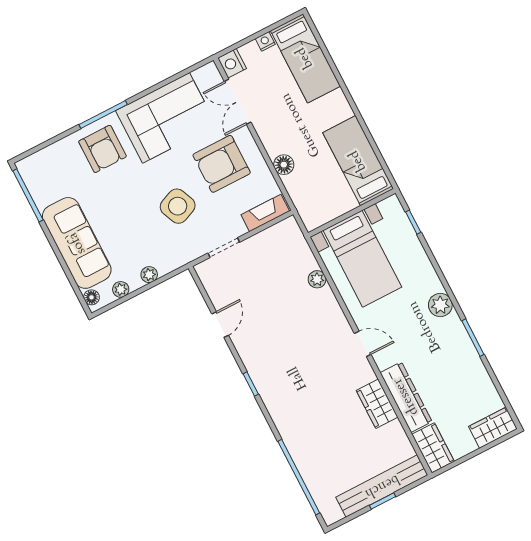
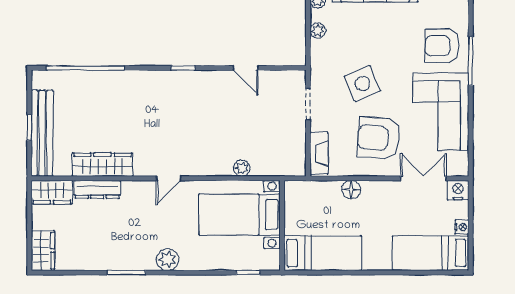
armchair: (222, 164) -> (379, 138), turned -85
dresser: (406, 397) -> (97, 189), width x0.73, depth x0.80
wardrobe: (377, 404) -> (102, 165), width x1.50

